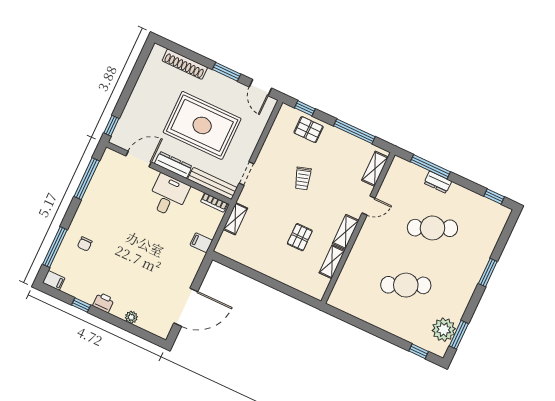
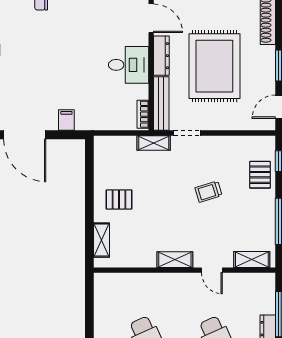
shelving: (235, 219) -> (154, 143), moved
pallet: (300, 237) -> (119, 199), moved
filing cabinet: (201, 243) -> (66, 120), moved
shelving: (332, 262) -> (101, 240), moved, turned 90

